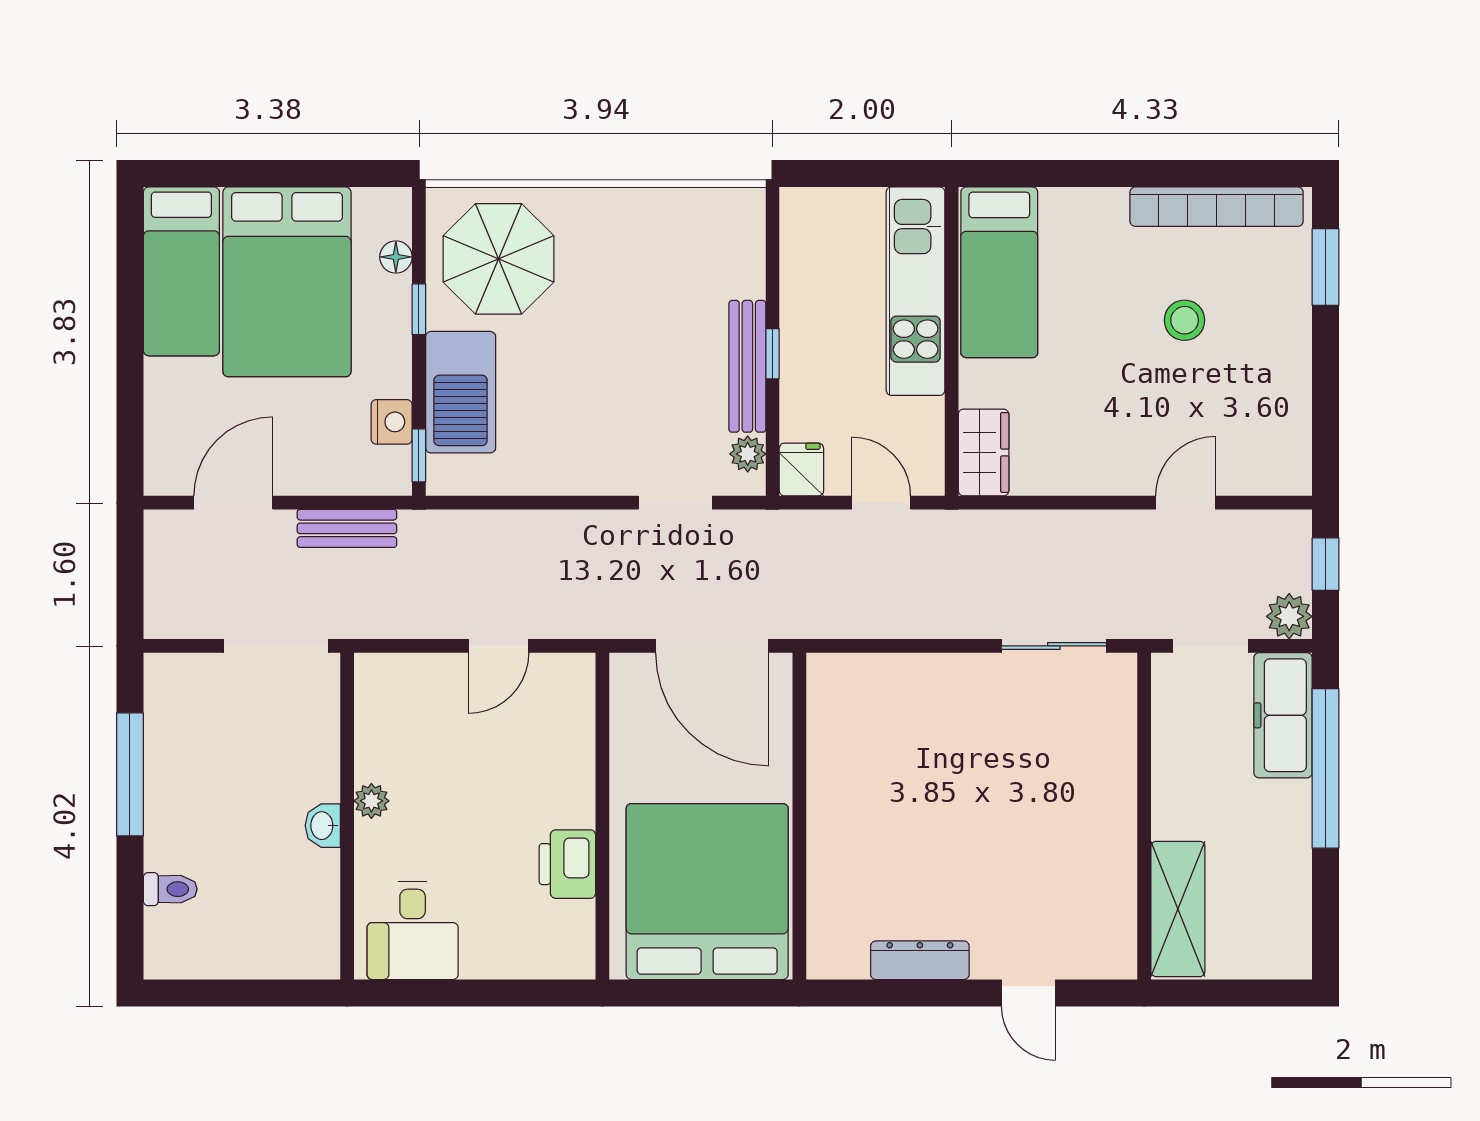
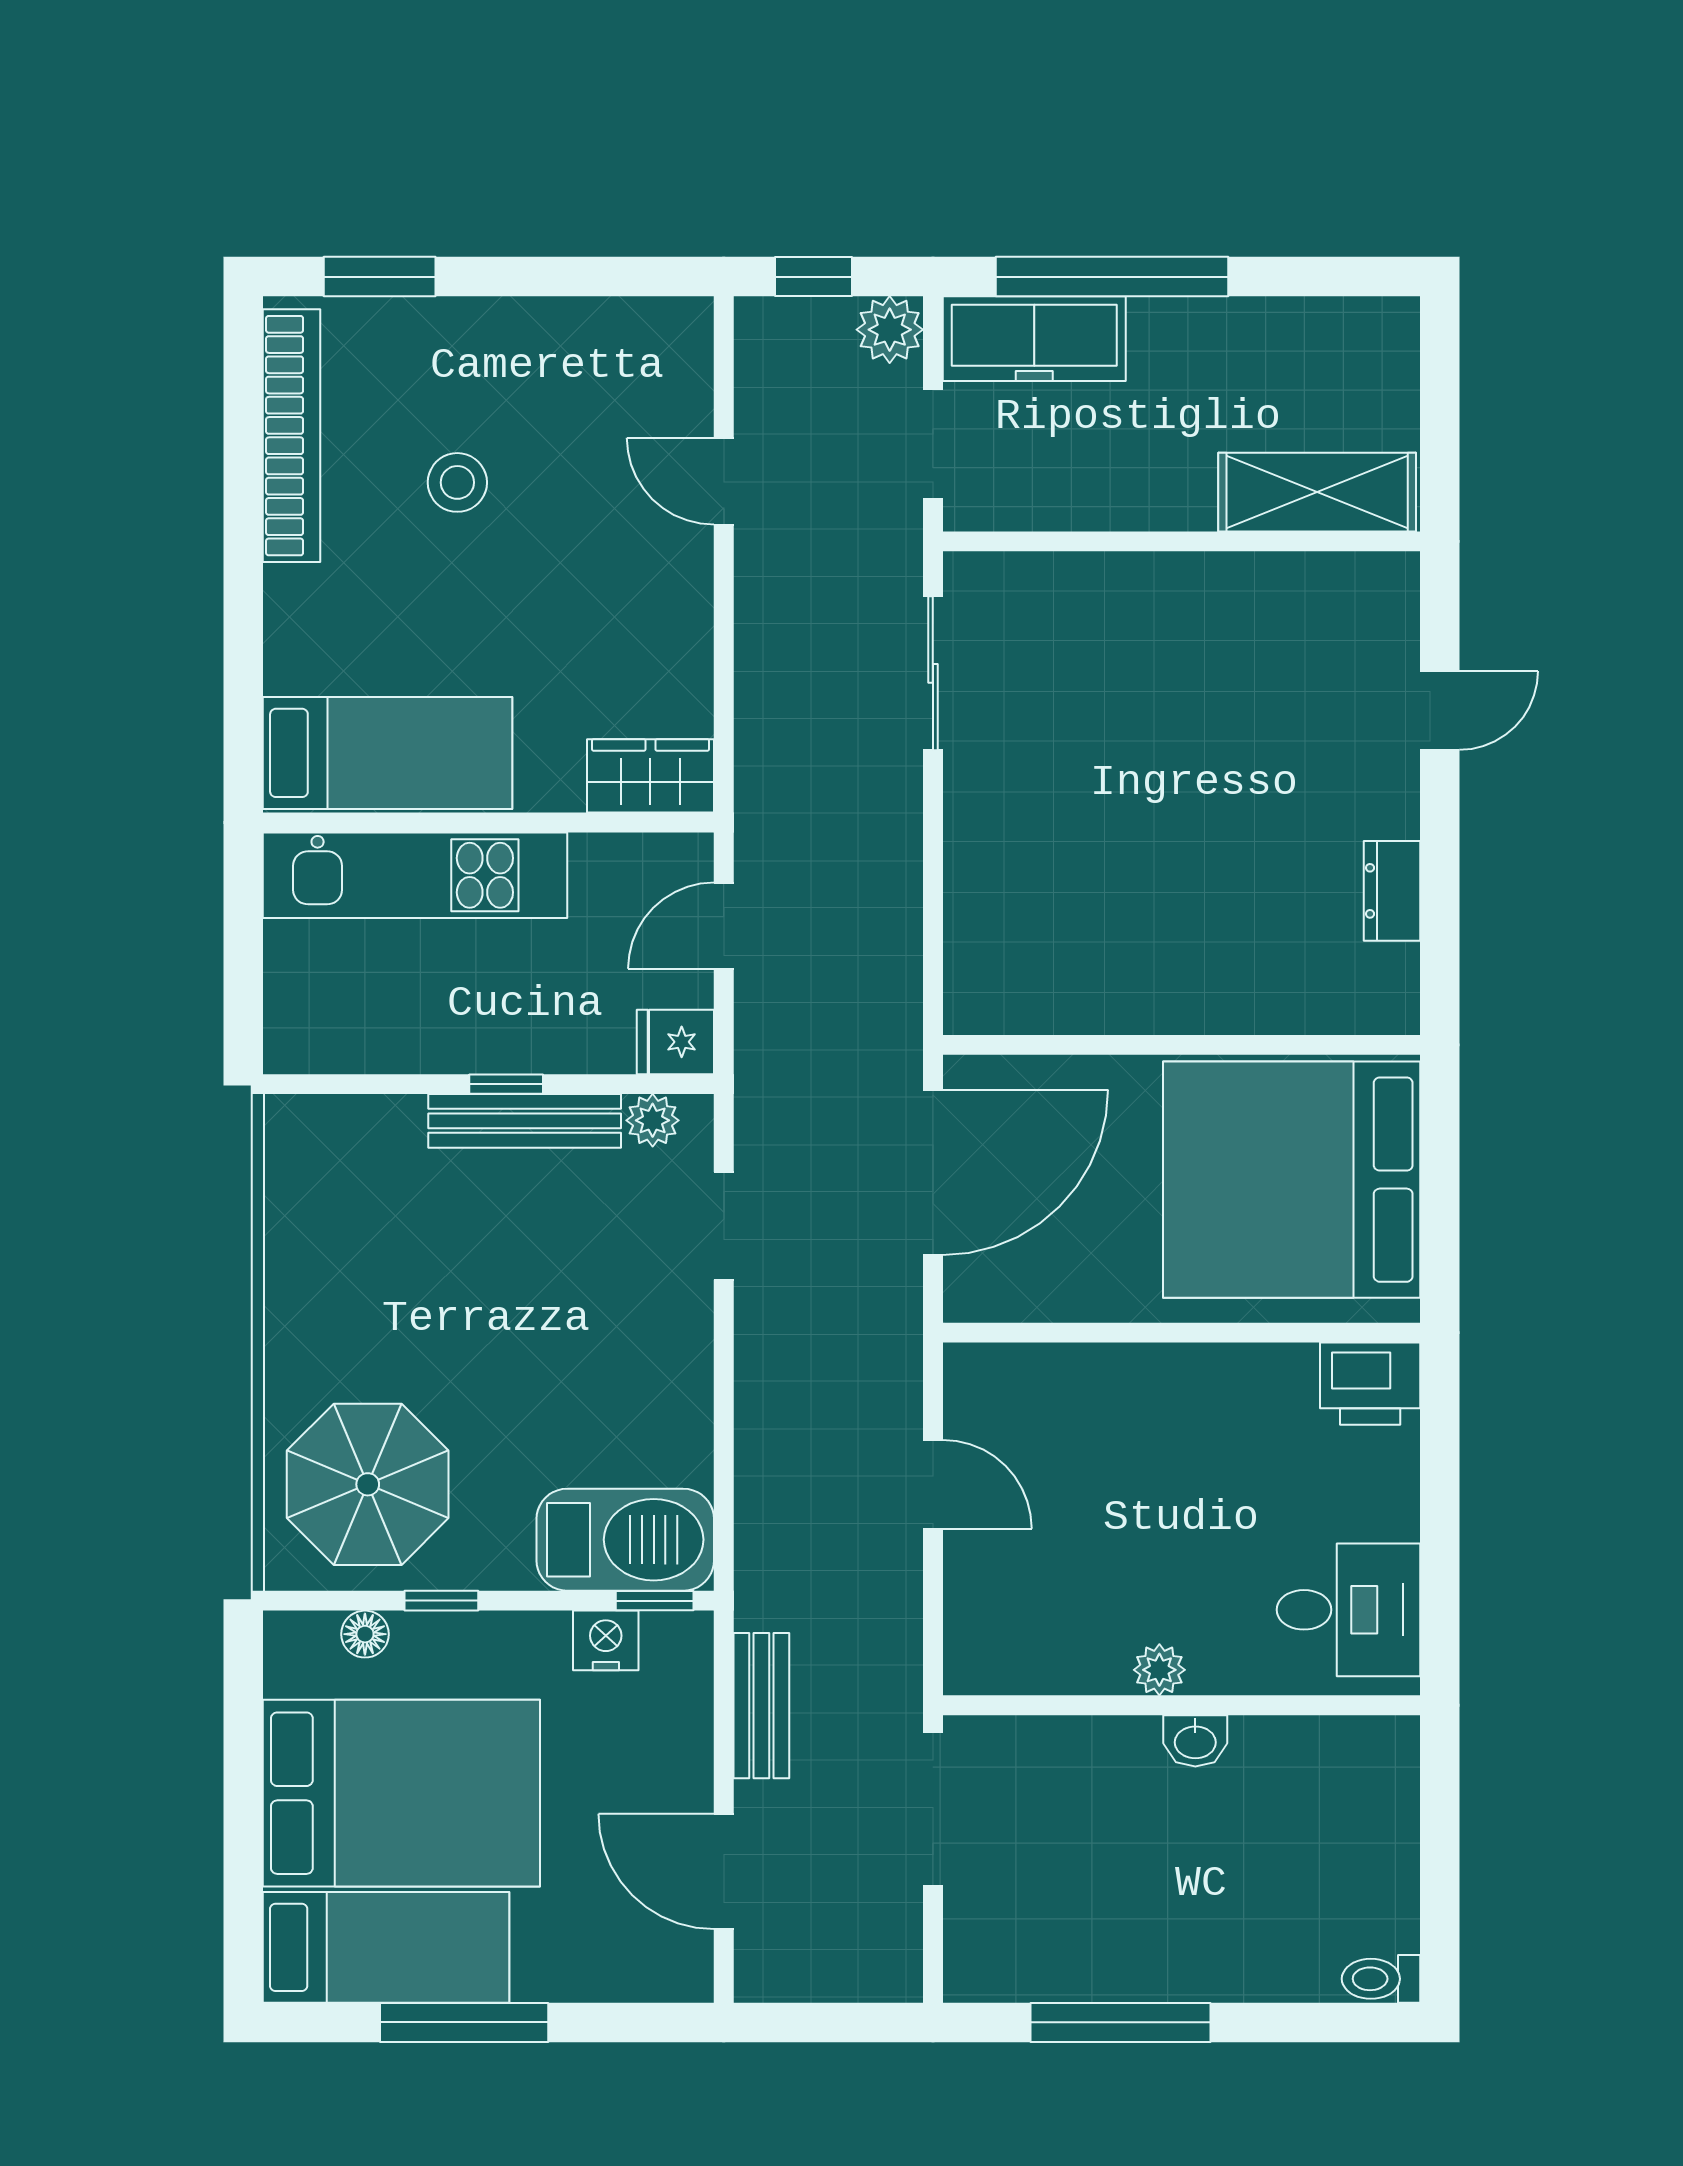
window: (130, 325) -> (464, 2022), added
barbecue: (461, 392) -> (625, 1540), moved
printer: (567, 864) -> (1370, 1384), moved
toilet: (170, 889) -> (1381, 1979), moved, turned -90
dresser: (920, 960) -> (1392, 891), width x0.70

